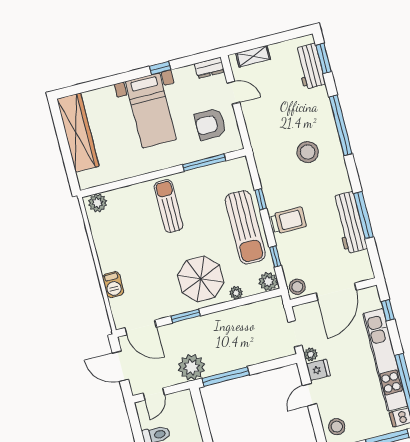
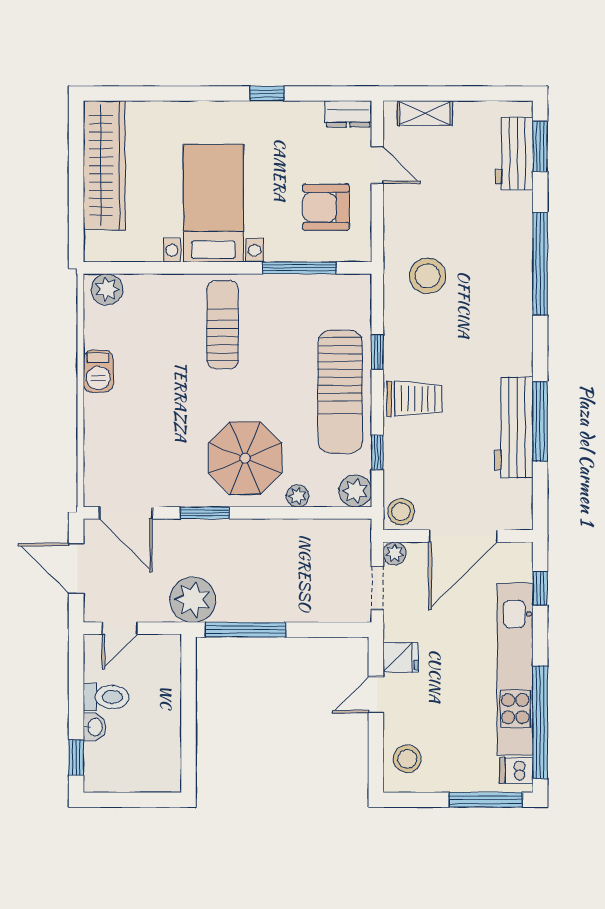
bed with nightstands: (151, 110) -> (213, 203), moved, turned 180
stool: (308, 152) -> (428, 276), moved
barbecue: (113, 285) -> (98, 371), moved
plant: (311, 354) -> (395, 553), moved

